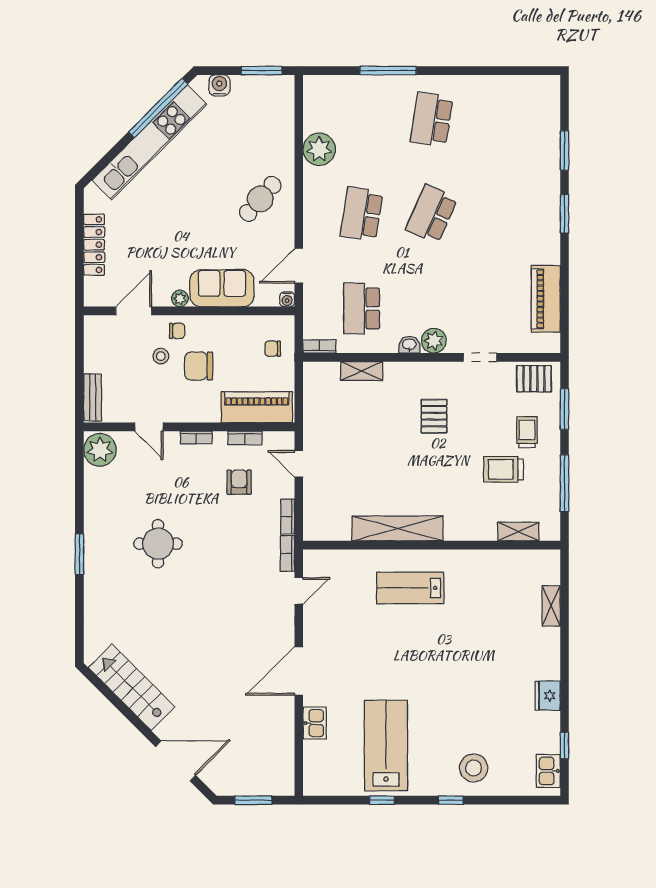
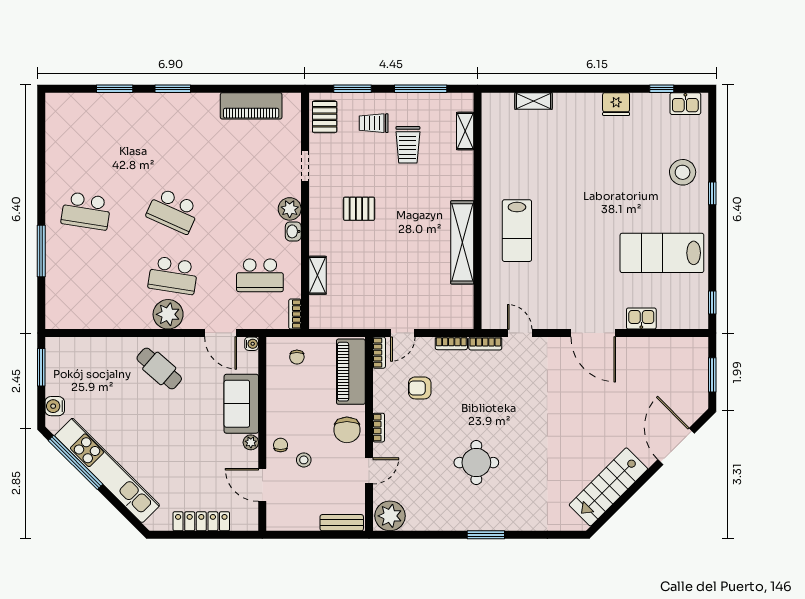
plant: (319, 149) -> (168, 314), moved
chair: (199, 366) -> (347, 430), moved
bookcase: (245, 438) -> (379, 353), moved
window: (382, 800) -> (712, 303), moved

